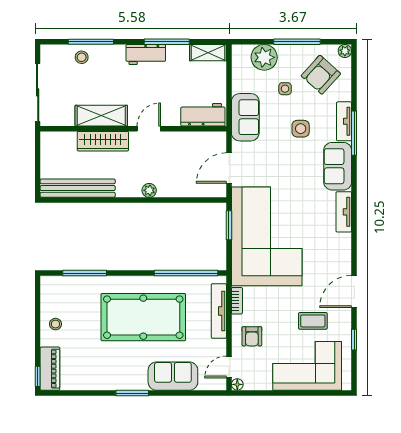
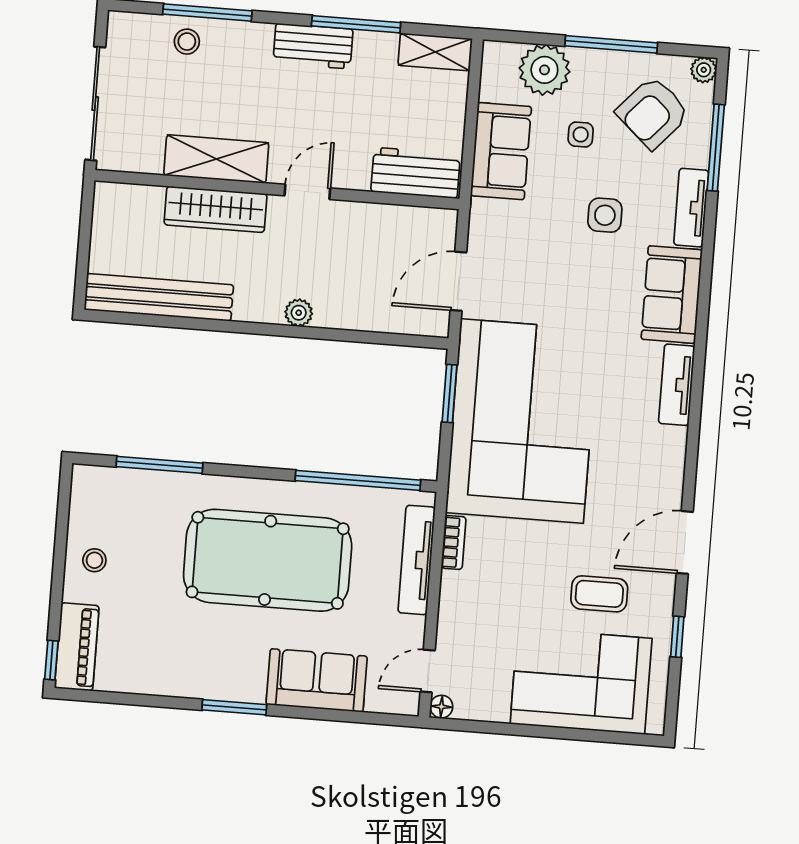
sofa: (245, 117) -> (501, 151), moved
window: (354, 133) -> (716, 148), moved
armchair: (252, 336) -> (477, 615), removed

